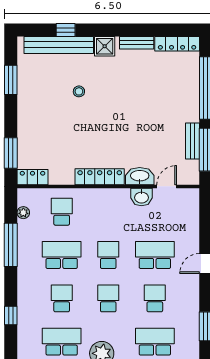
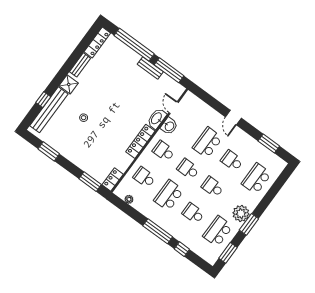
bench: (192, 141) -> (150, 68), moved
school desk: (108, 212) -> (164, 151), added
window: (11, 245) -> (158, 231), moved

